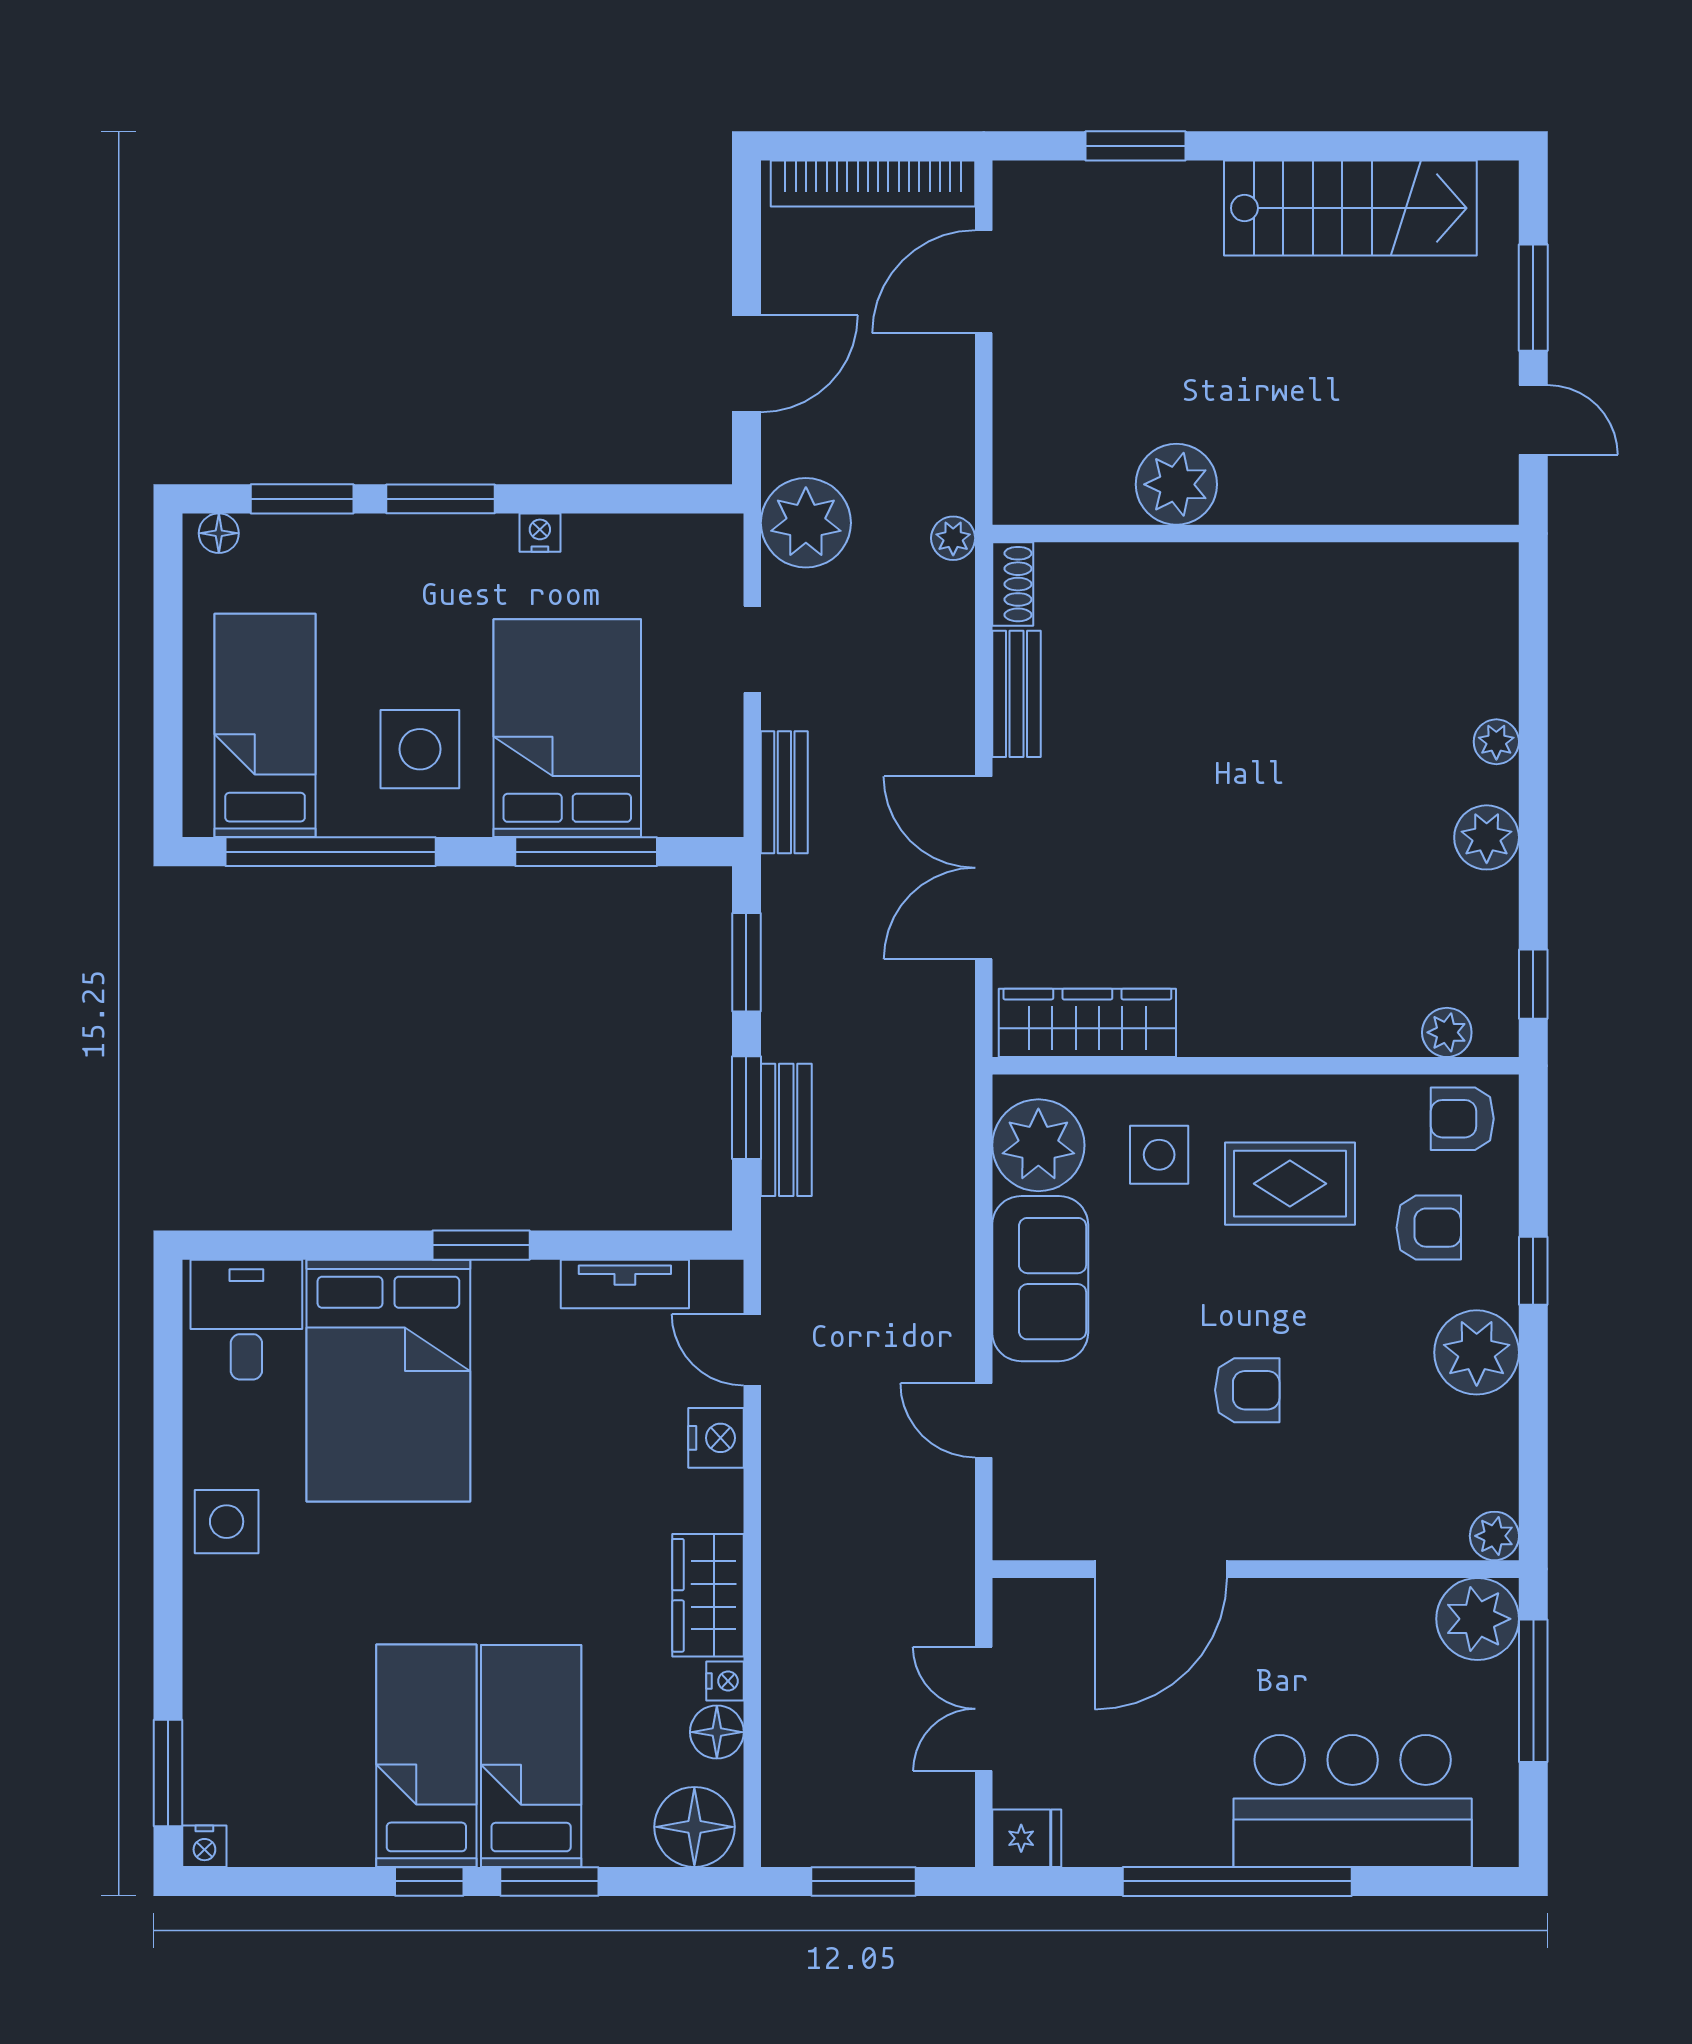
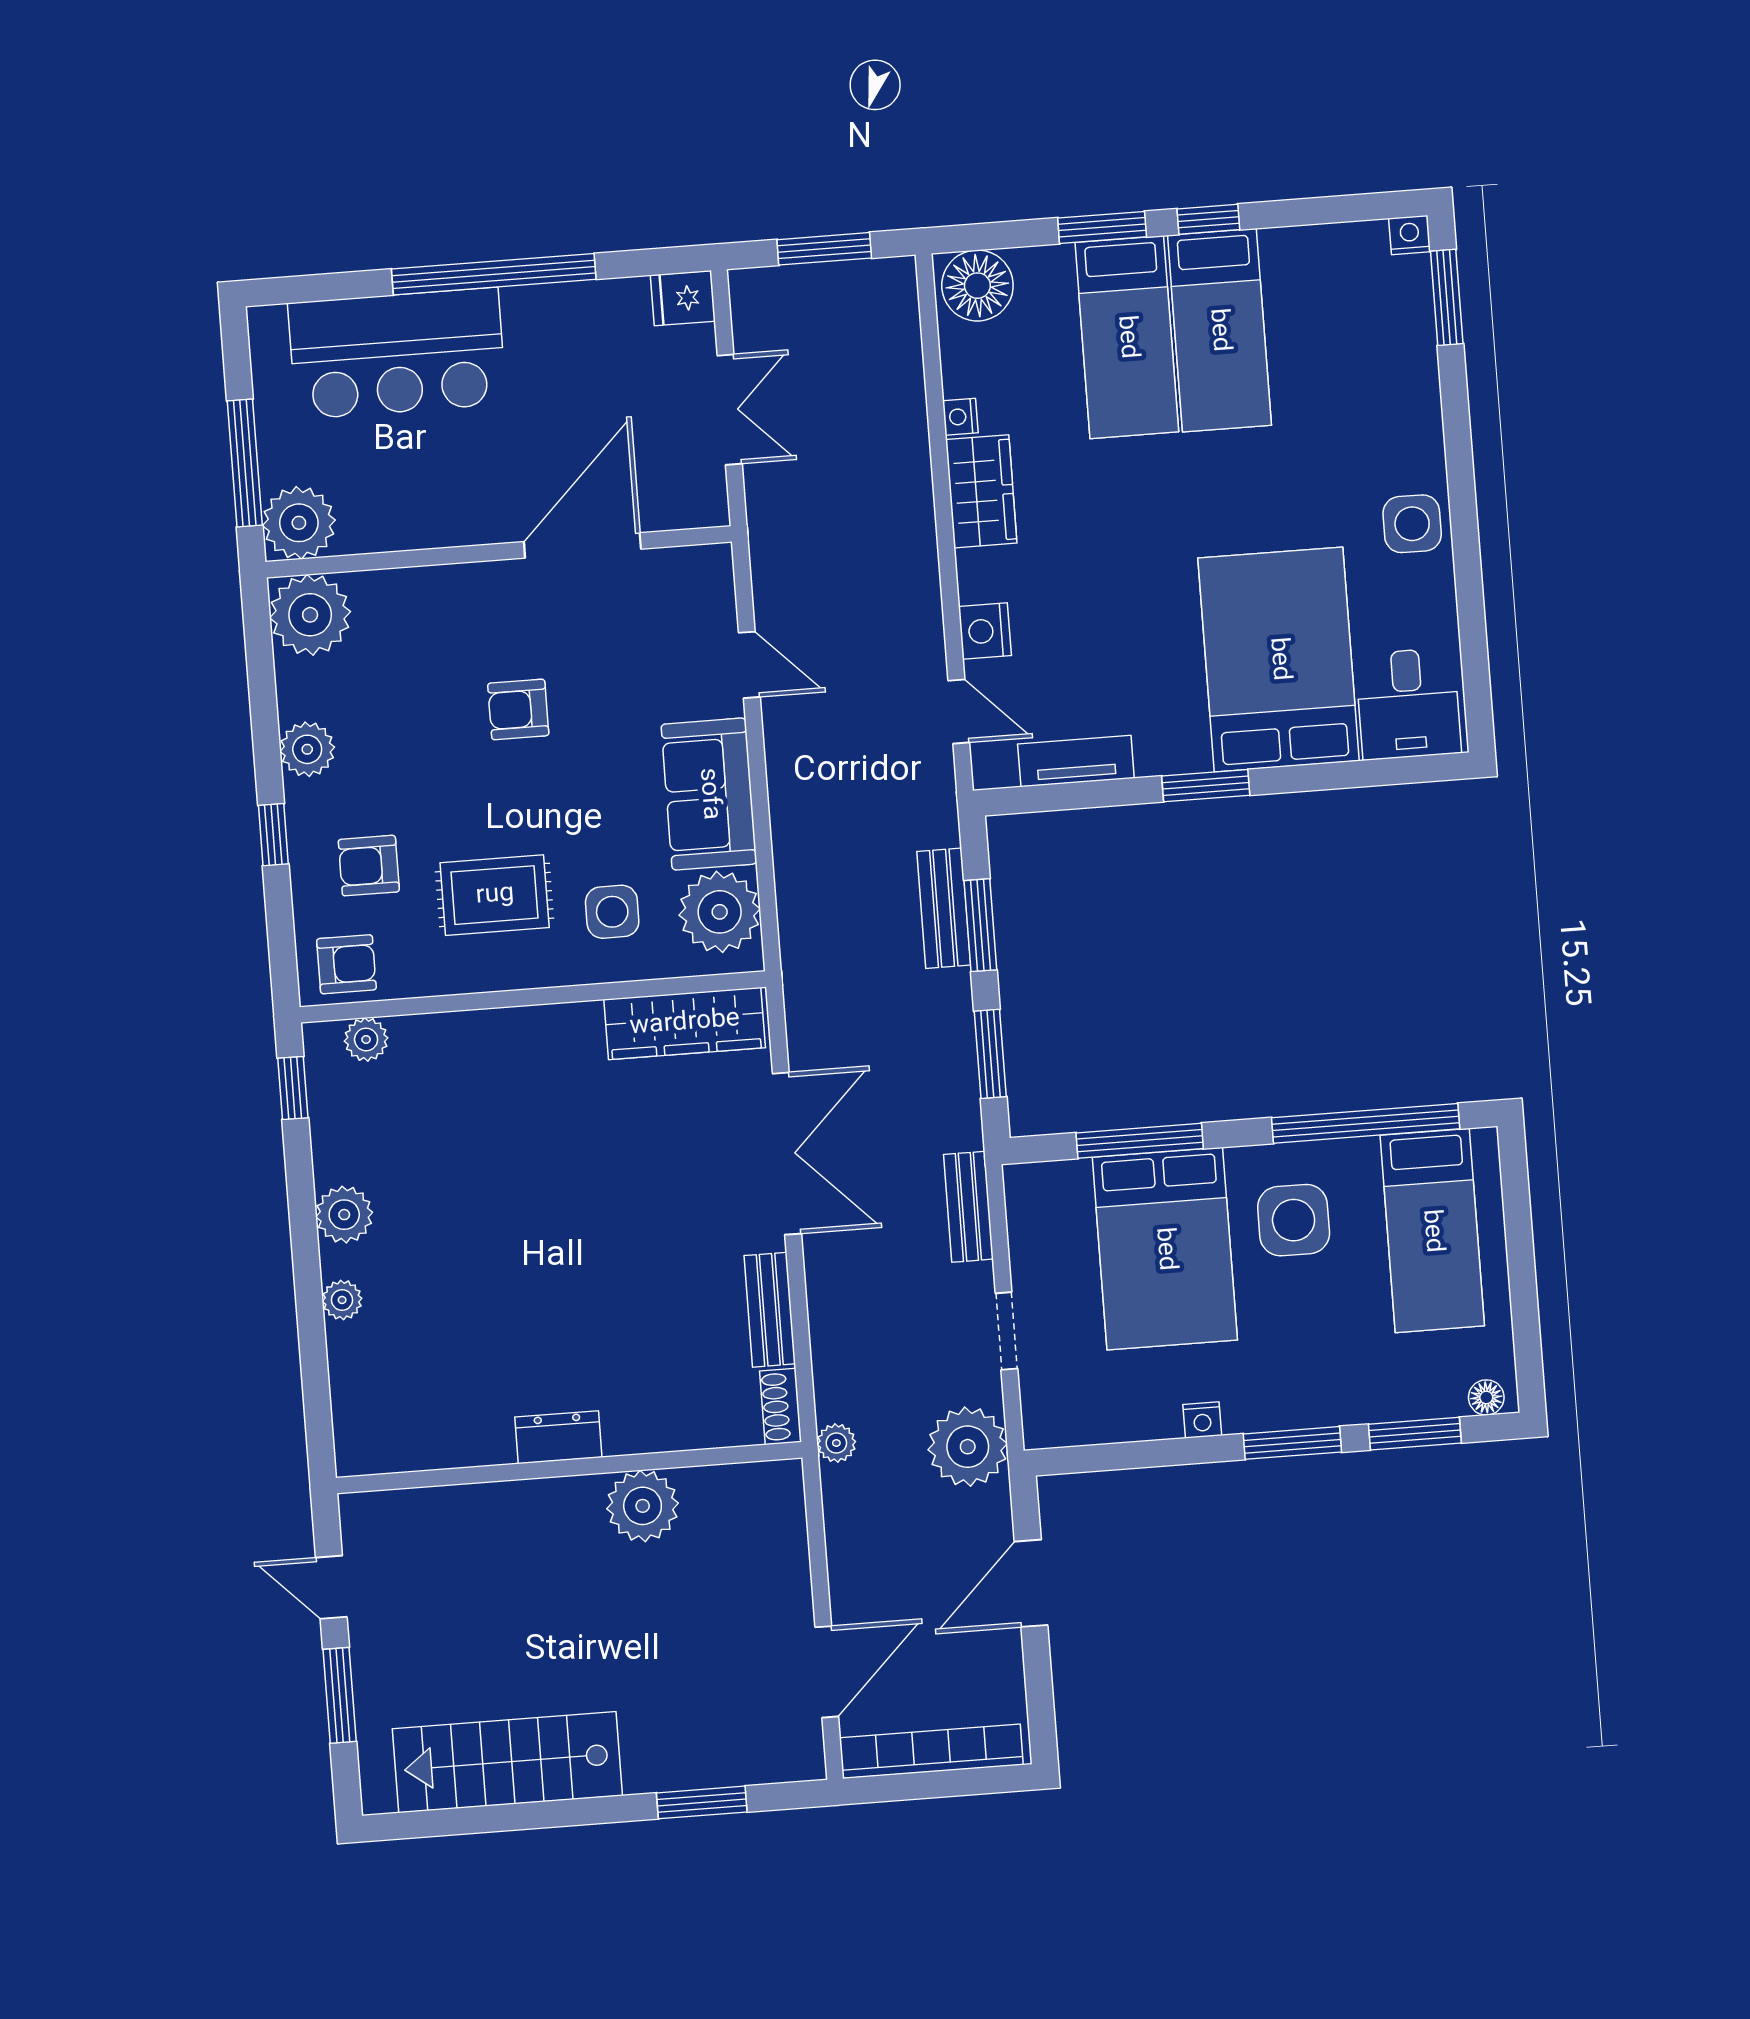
dresser: (1265, 569) -> (558, 1437), added
plant: (1477, 1352) -> (307, 749), width x0.73, depth x0.73
plant: (1494, 1536) -> (310, 615), width x1.88, depth x1.88
floor lamp: (717, 1732) -> (964, 371), removed

